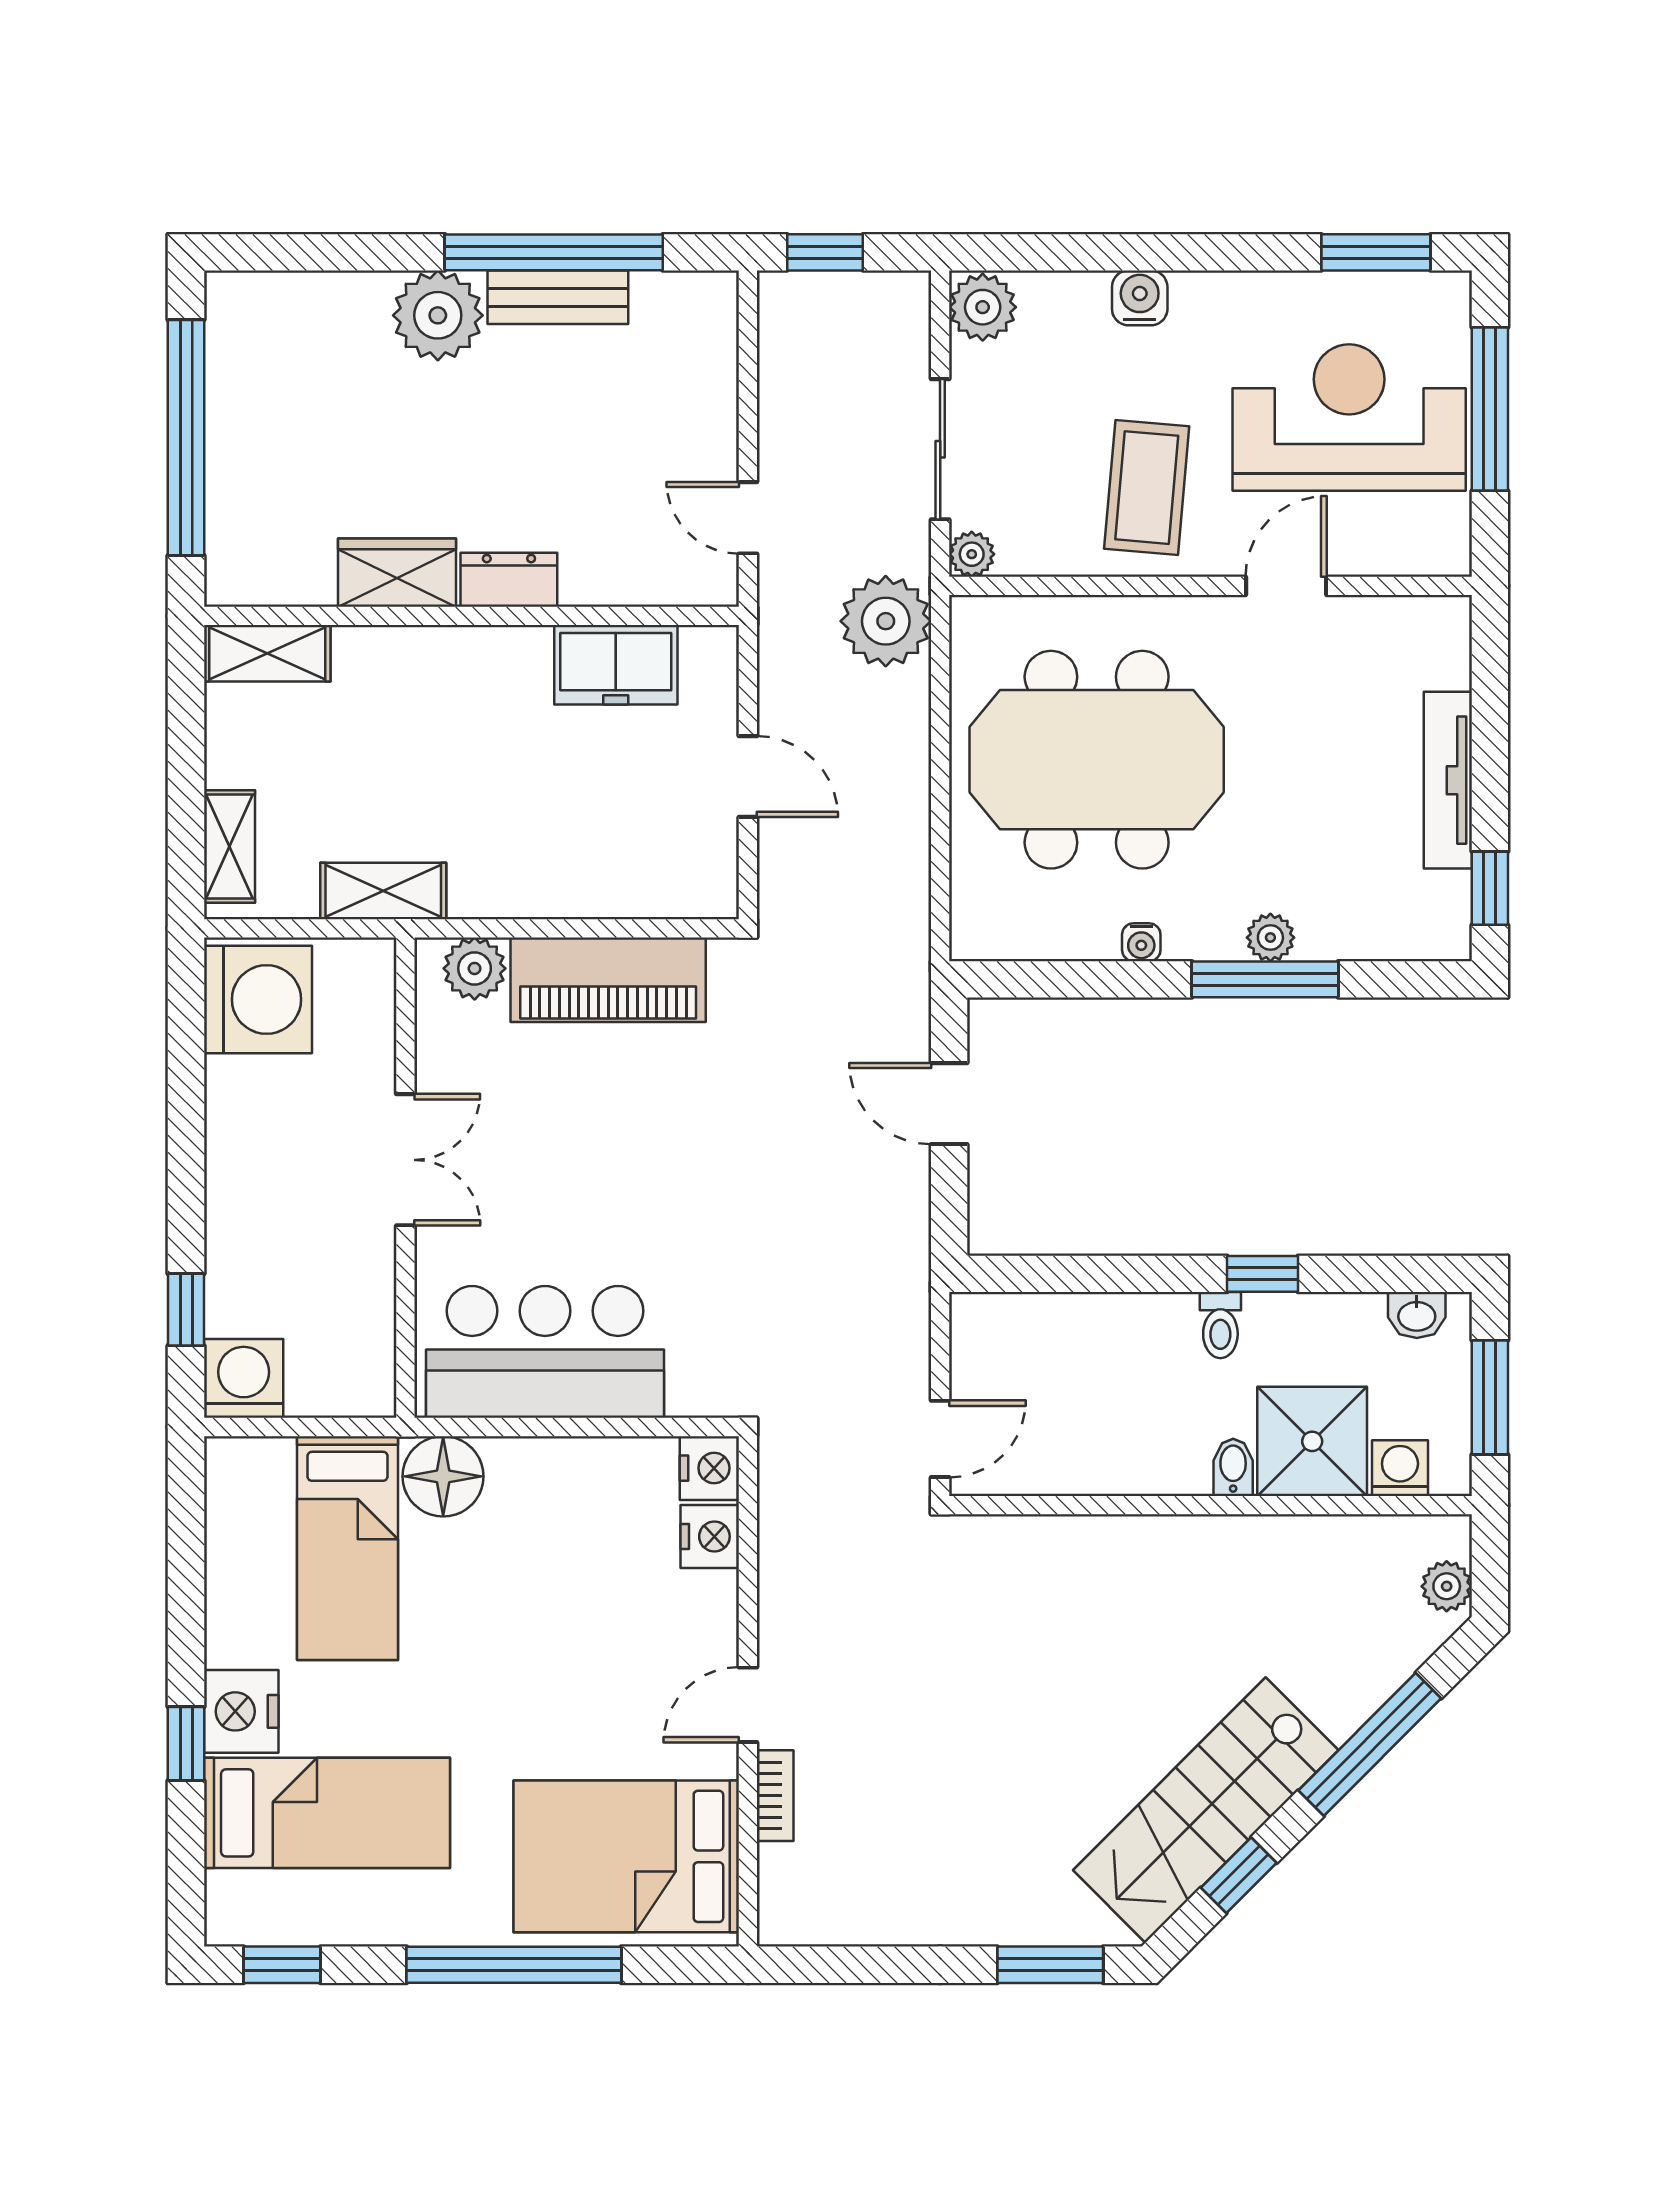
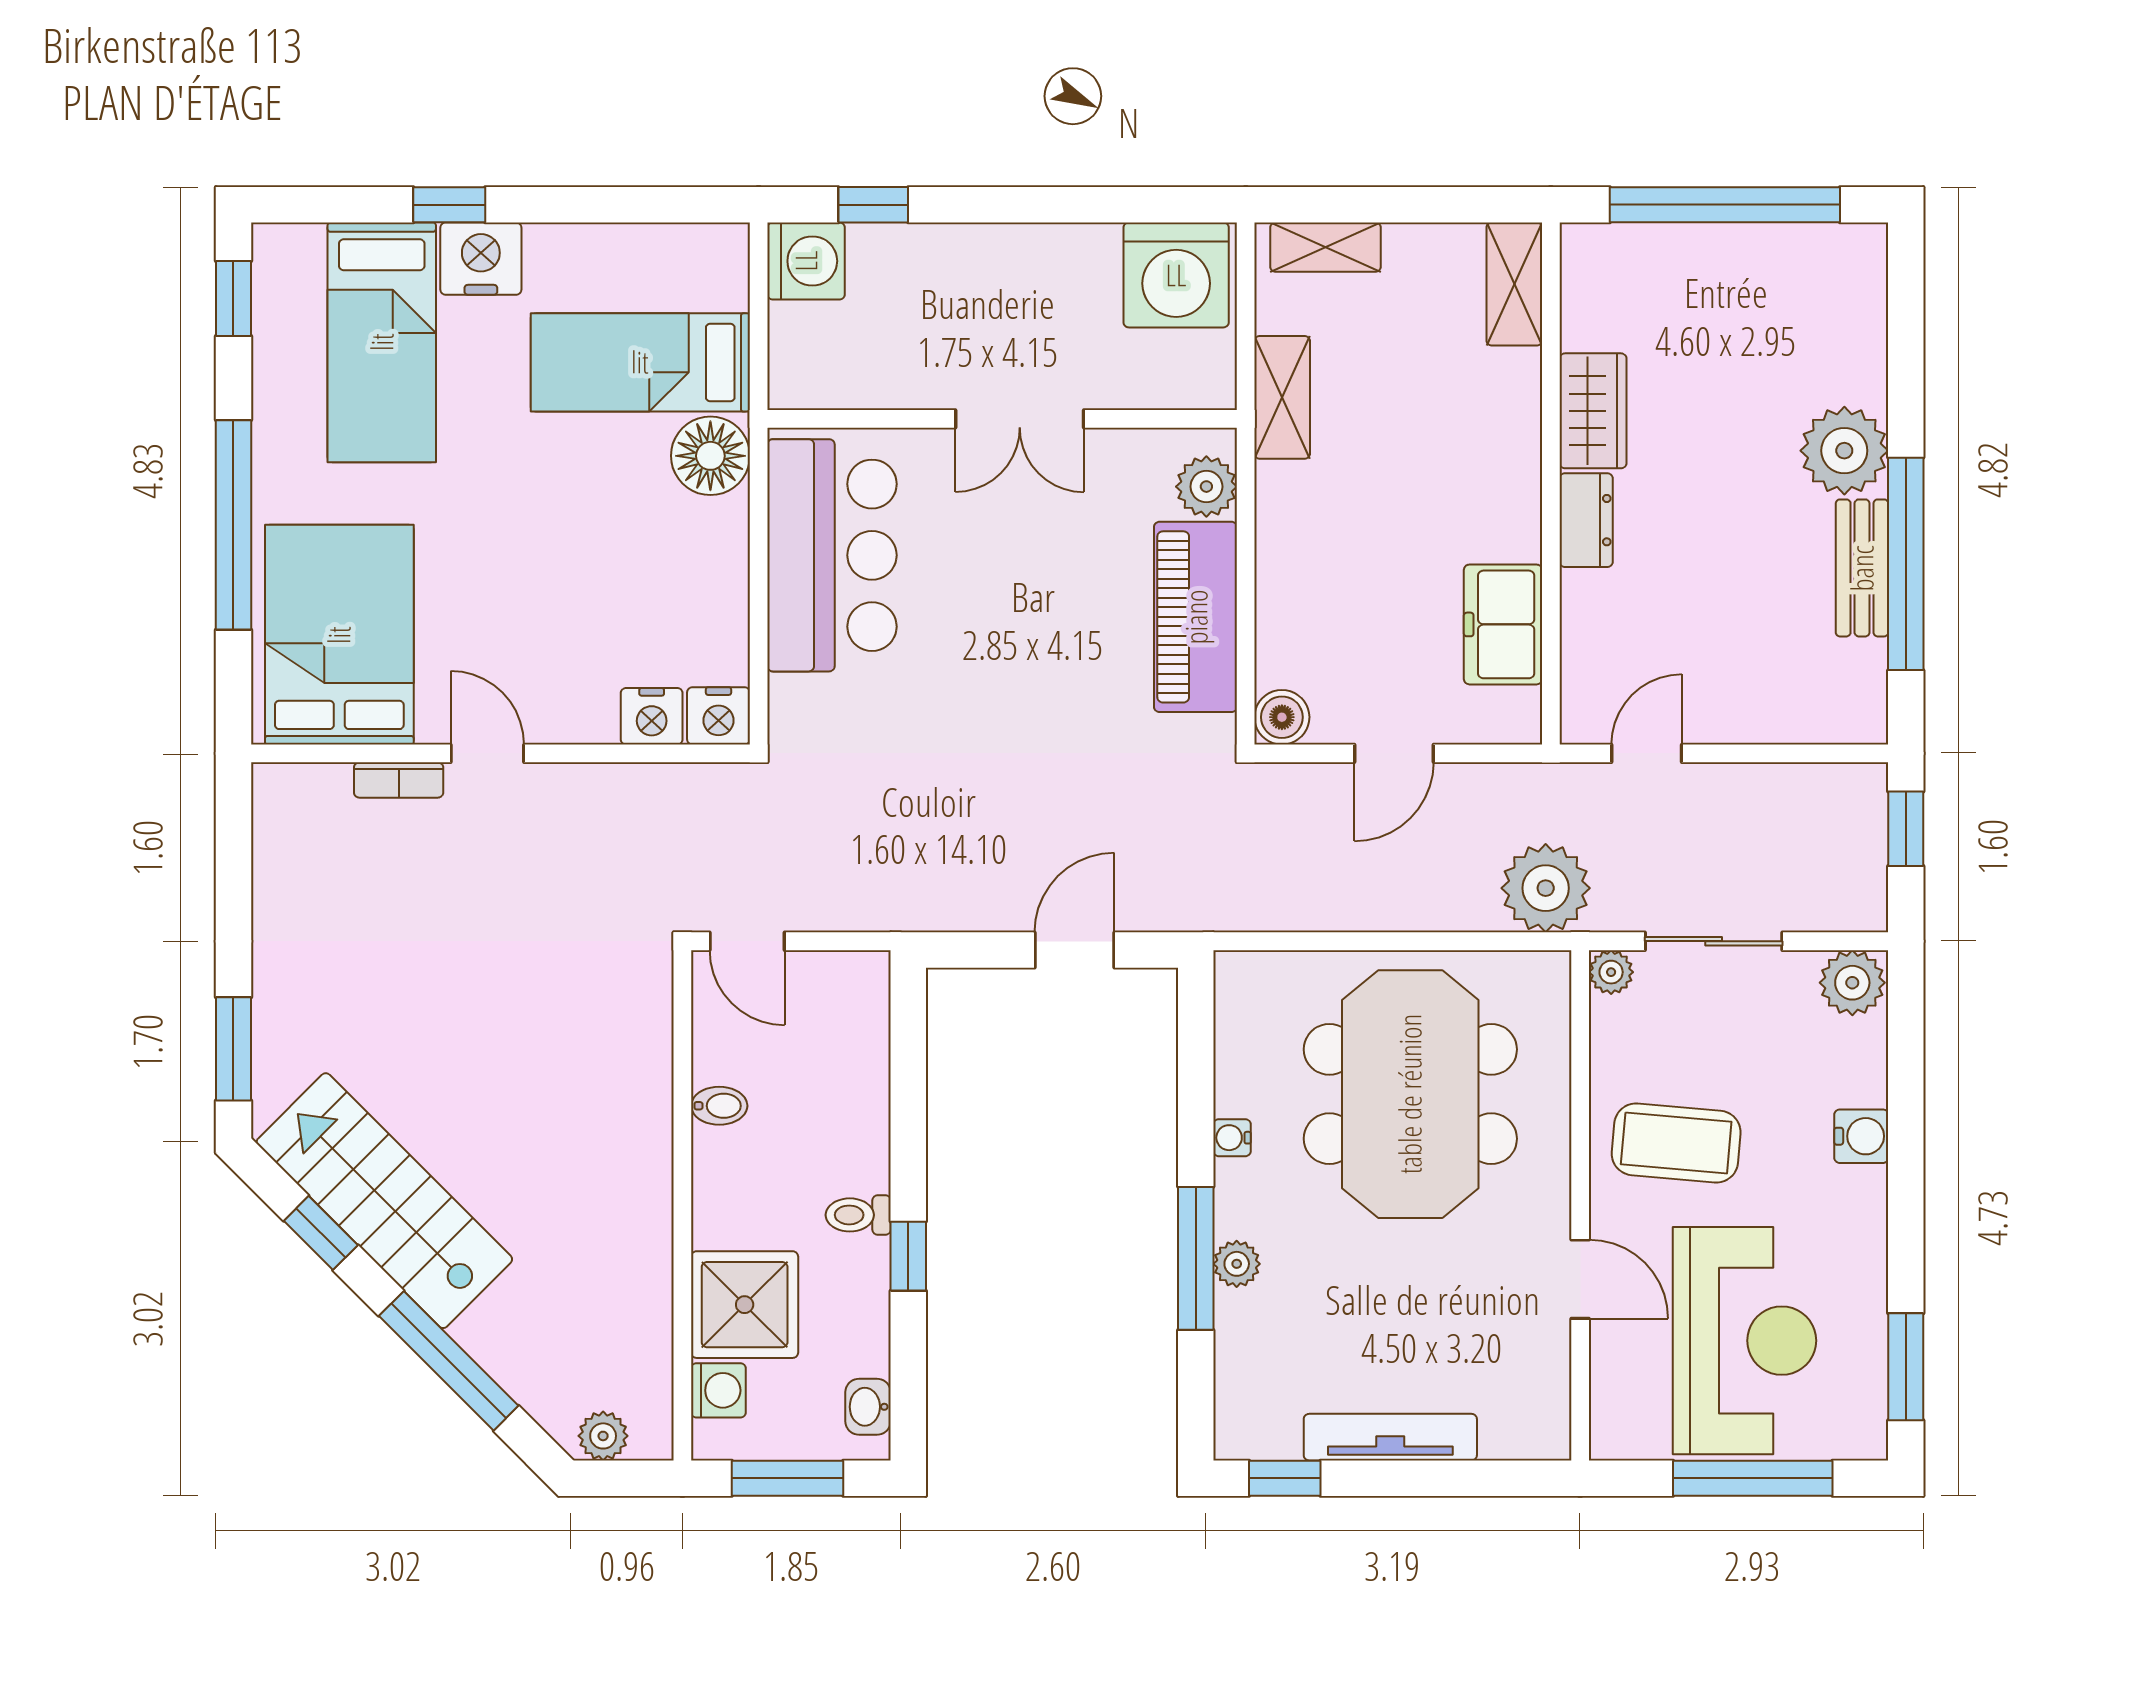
boiler: (711, 891) -> (1282, 717), added
bidet: (1233, 1467) -> (719, 1106), moved

